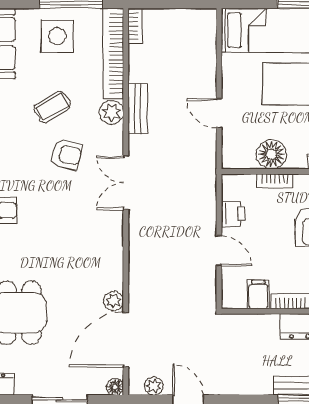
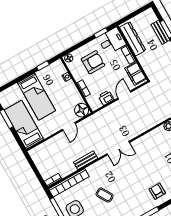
plant: (111, 112) -> (93, 170), removed
armchair: (66, 154) -> (120, 179), removed
floor lamp: (271, 154) -> (82, 110), moved
filing cabinet: (258, 295) -> (135, 74), width x2.00

